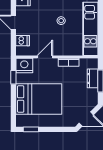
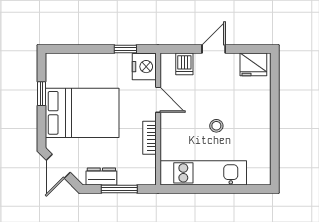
dresser: (93, 78) -> (101, 176), moved
bed: (39, 99) -> (82, 113), moved, turned -90
window: (31, 129) -> (42, 94), moved

